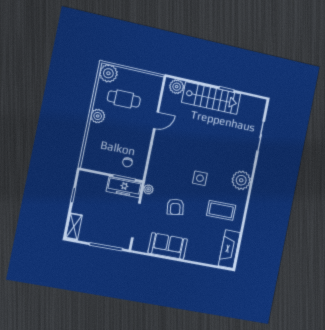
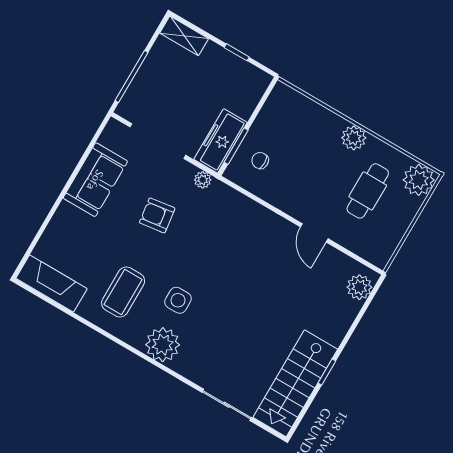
stairs: (211, 98) -> (295, 383), moved
side table: (200, 178) -> (178, 300), moved

